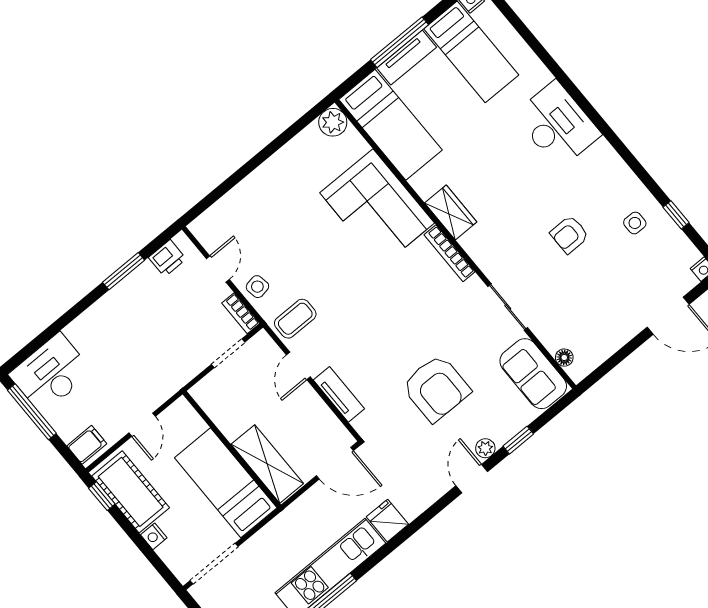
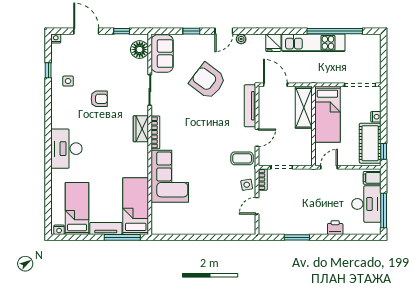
window: (399, 42) -> (122, 237), moved
plant: (333, 122) -> (159, 227), removed
wardrobe: (451, 212) -> (141, 129), moved
printer: (167, 258) -> (335, 228), moved
floor lamp: (564, 358) -> (140, 50), width x1.89, depth x1.89
window: (617, 358) -> (122, 31), added
desk: (51, 373) -> (366, 204), moved, turned -90
armchair: (436, 388) -> (208, 81), turned -53
tv unit: (339, 394) -> (250, 106), width x1.41
door: (142, 425) -> (329, 167), moved
plant: (485, 448) -> (241, 39), moved

